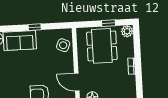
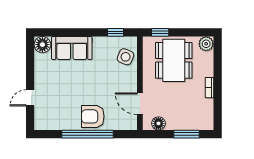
window: (108, 23) -> (160, 32), moved
window: (35, 27) -> (116, 32), moved

